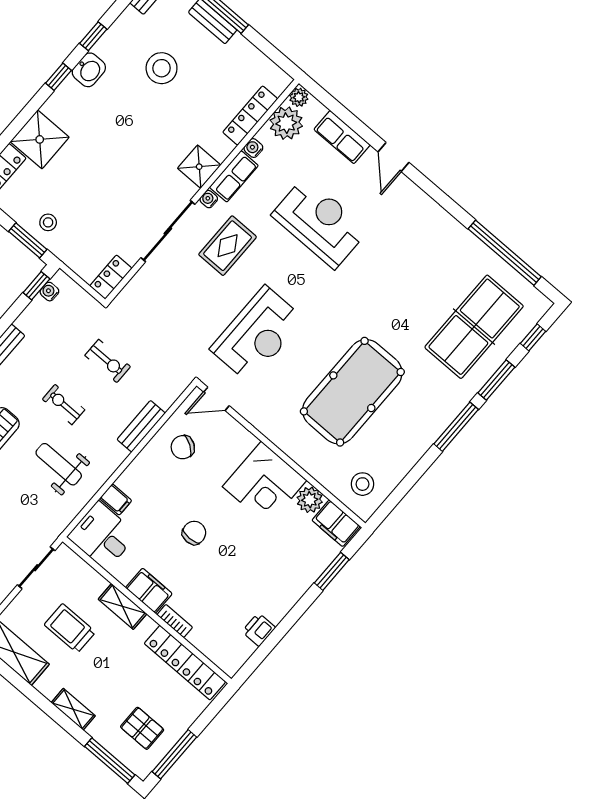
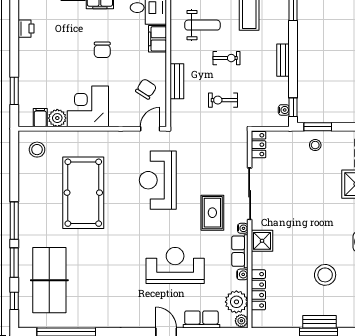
reception desk: (320, 222) -> (175, 266), turned 180
filing cabinet: (116, 499) -> (157, 39), width x2.00
filing cabinet: (336, 523) -> (40, 118), width x0.50

